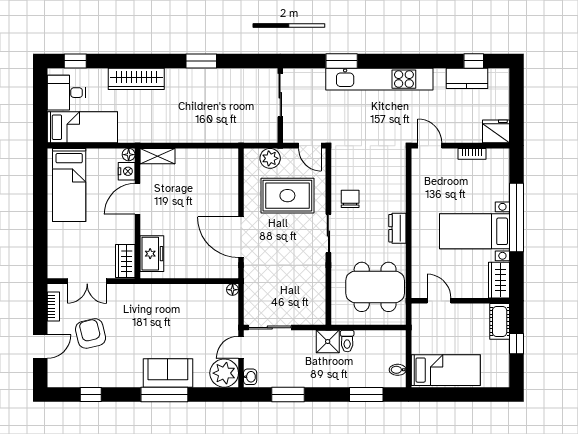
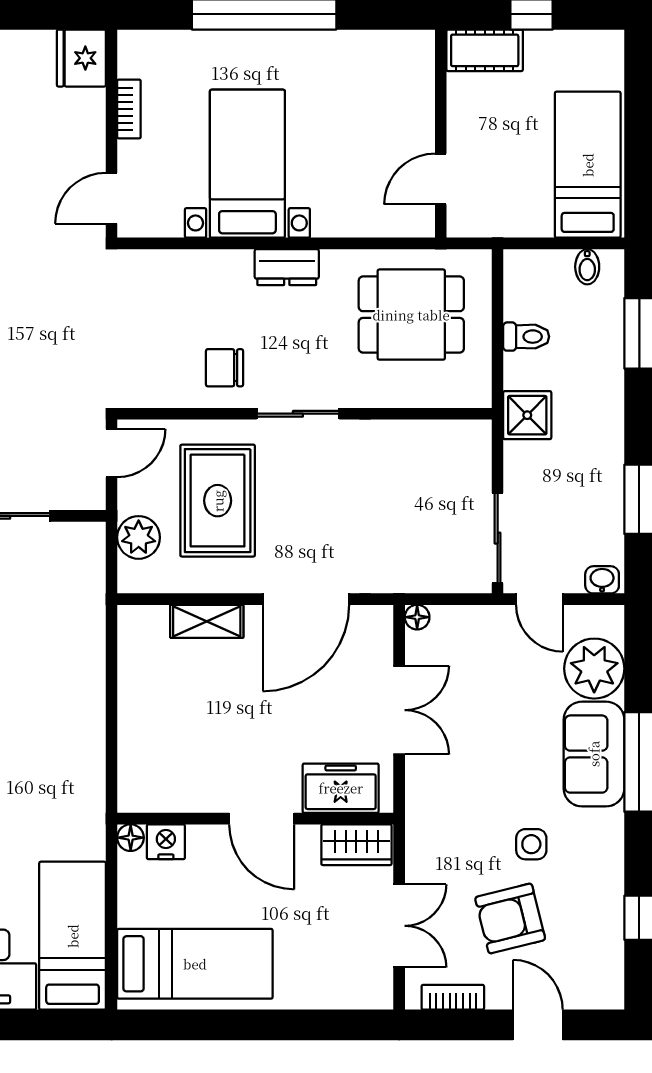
shelving: (157, 156) -> (207, 621), moved, turned 90
door: (138, 199) -> (262, 819), moved
bed with nightstands: (475, 231) -> (247, 164), moved, turned 180
wardrobe: (499, 280) -> (397, 52), removed
double door: (189, 281) -> (399, 710), added
dining table: (375, 287) -> (411, 315), width x0.73
toilet: (347, 341) -> (526, 337), moved
side table: (126, 343) -> (531, 844), added
plant: (224, 373) -> (594, 669), moved

